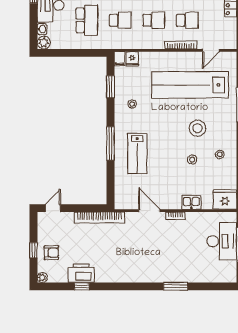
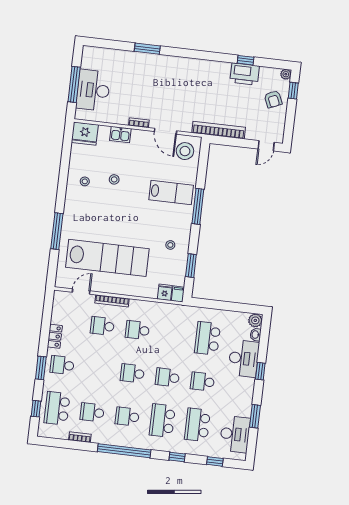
school desk: (120, 20) -> (172, 334), removed
stool: (197, 128) -> (185, 151), moved
lab bench: (137, 154) -> (171, 192), turned 90
window: (33, 250) -> (293, 91), moved
armchair: (51, 253) -> (273, 99), turned -113

